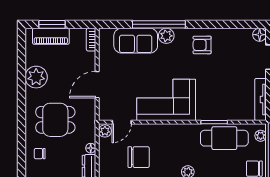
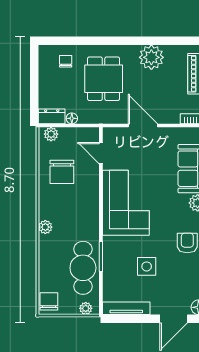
side table: (223, 81) -> (147, 266), added
plant: (105, 131) -> (51, 134), moved

